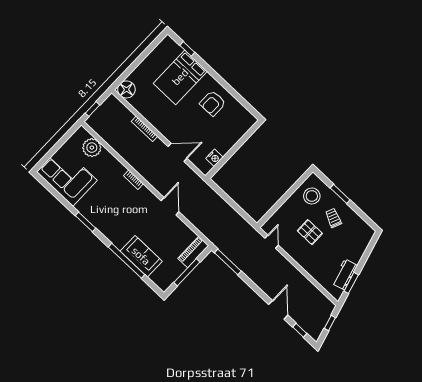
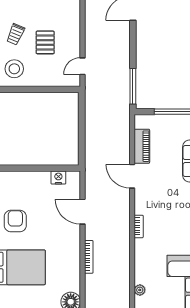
armchair: (213, 103) -> (15, 221), turned -90
plant: (92, 148) -> (140, 290), width x0.53, depth x0.53
door: (170, 206) -> (132, 176), hinge flipped
piano: (193, 252) -> (142, 146), moved, turned -90

